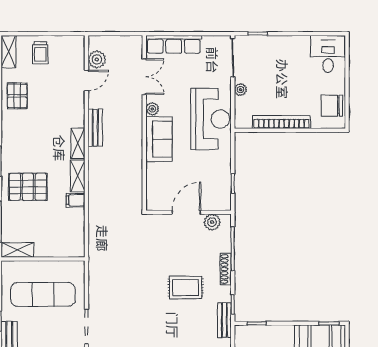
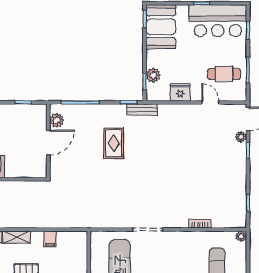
filing cabinet: (76, 200) -> (50, 239), moved
door: (186, 212) -> (48, 143), swing flipped
shoe rack: (226, 269) -> (98, 109), removed
plant: (264, 333) -> (153, 75), added

